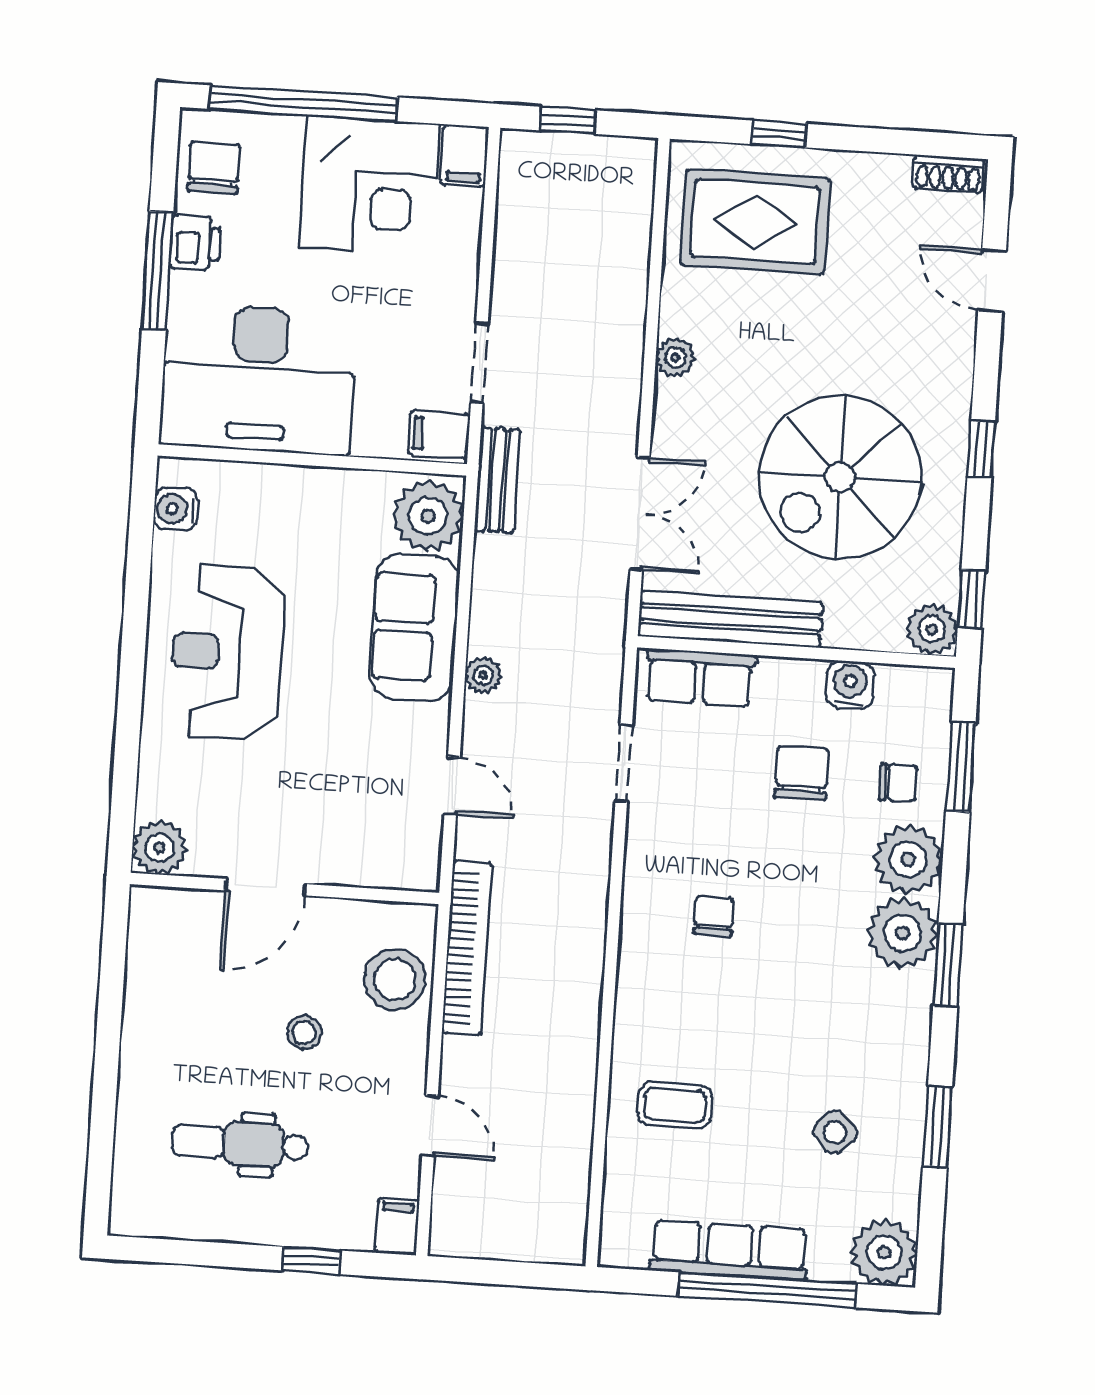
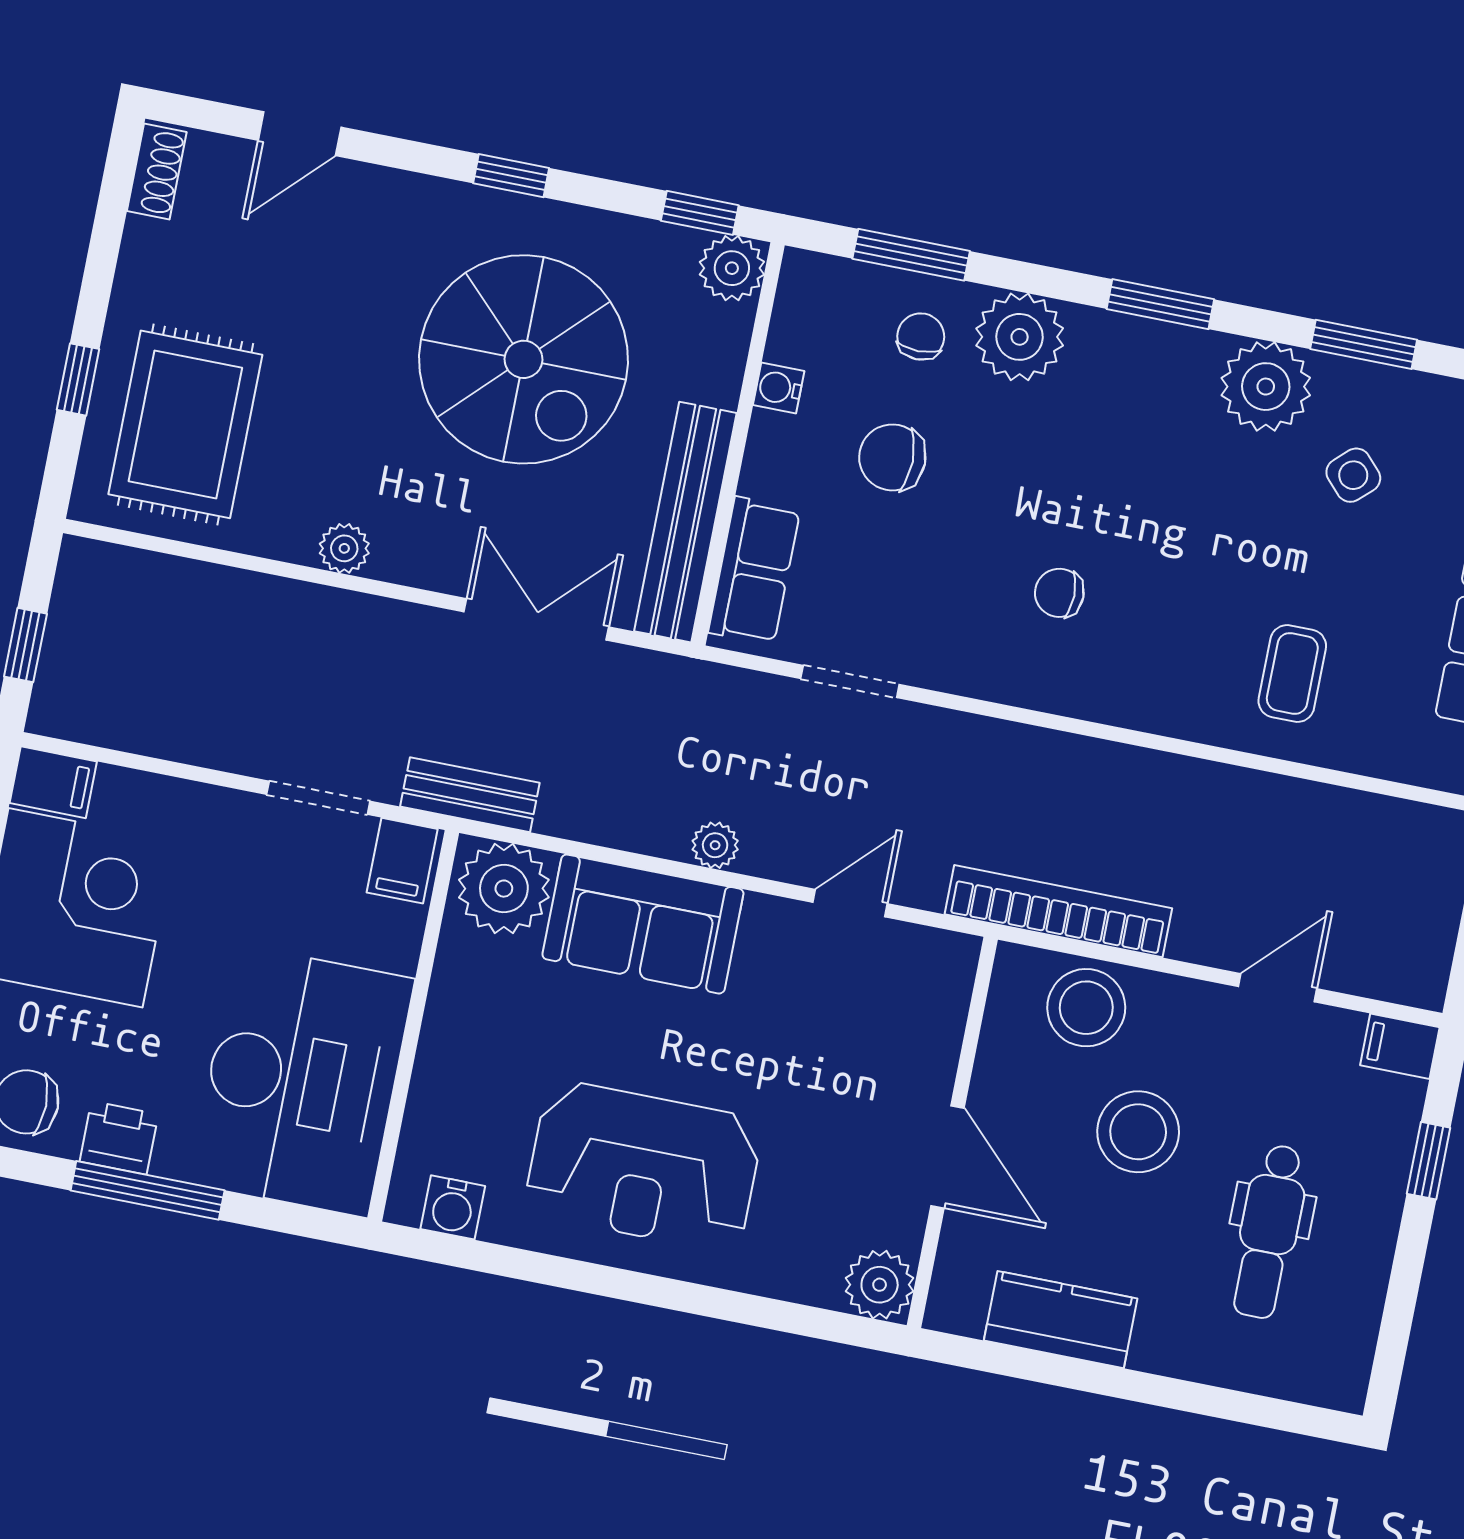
water cooler: (850, 685) -> (779, 388), width x0.72, depth x0.72
plant: (903, 933) -> (1266, 387), moved
kitchen counter: (151, 991) -> (1061, 1320), added
stool: (304, 1032) -> (1138, 1132), width x1.89, depth x1.89

